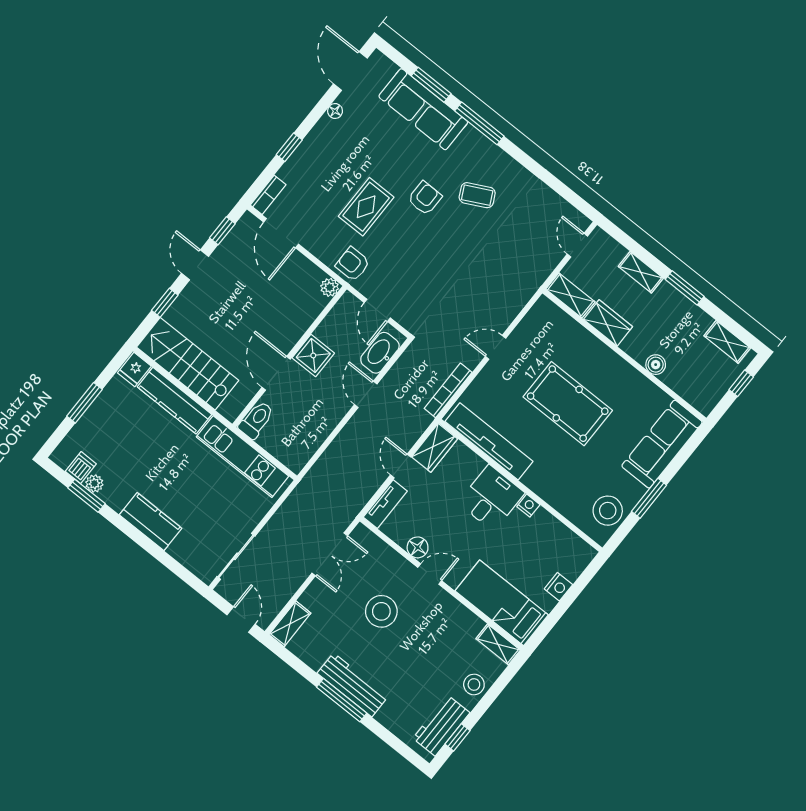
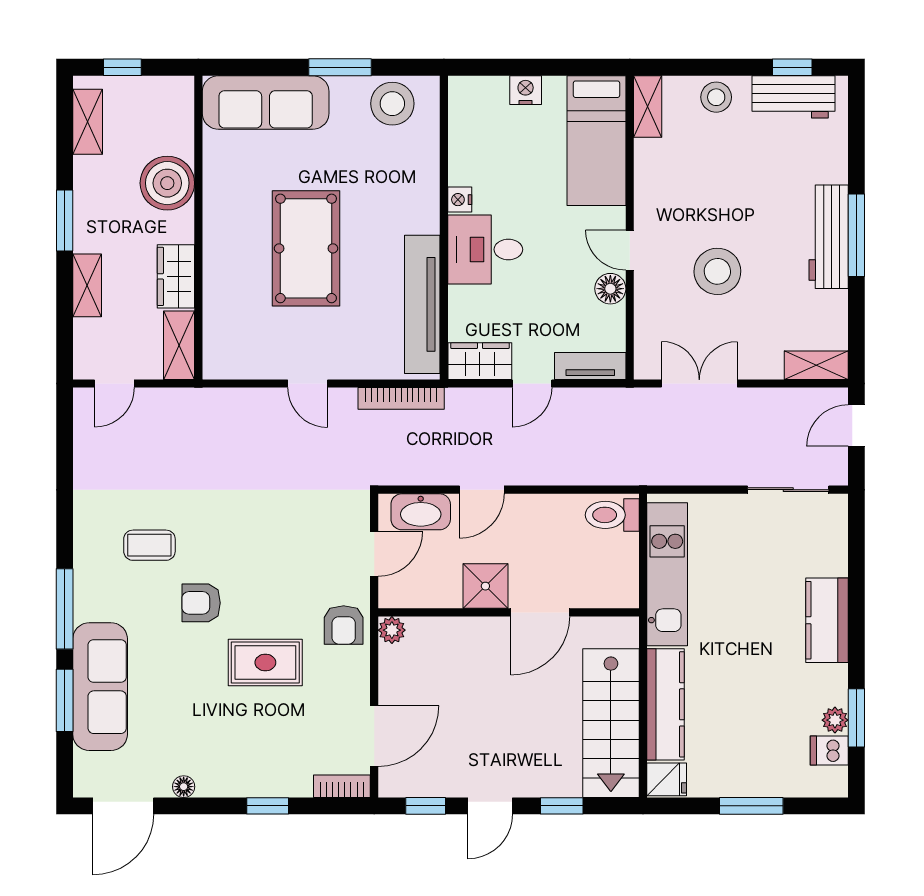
coffee table: (477, 195) -> (149, 545), turned -63
boiler: (656, 365) -> (167, 183), width x1.86, depth x1.86
toilet: (256, 420) -> (612, 515), moved

